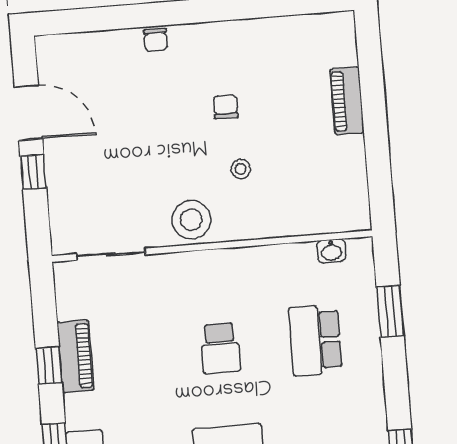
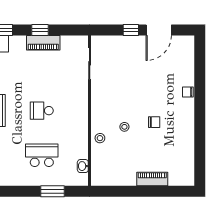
stool: (191, 220) -> (100, 138), moved, width x0.53, depth x0.53

